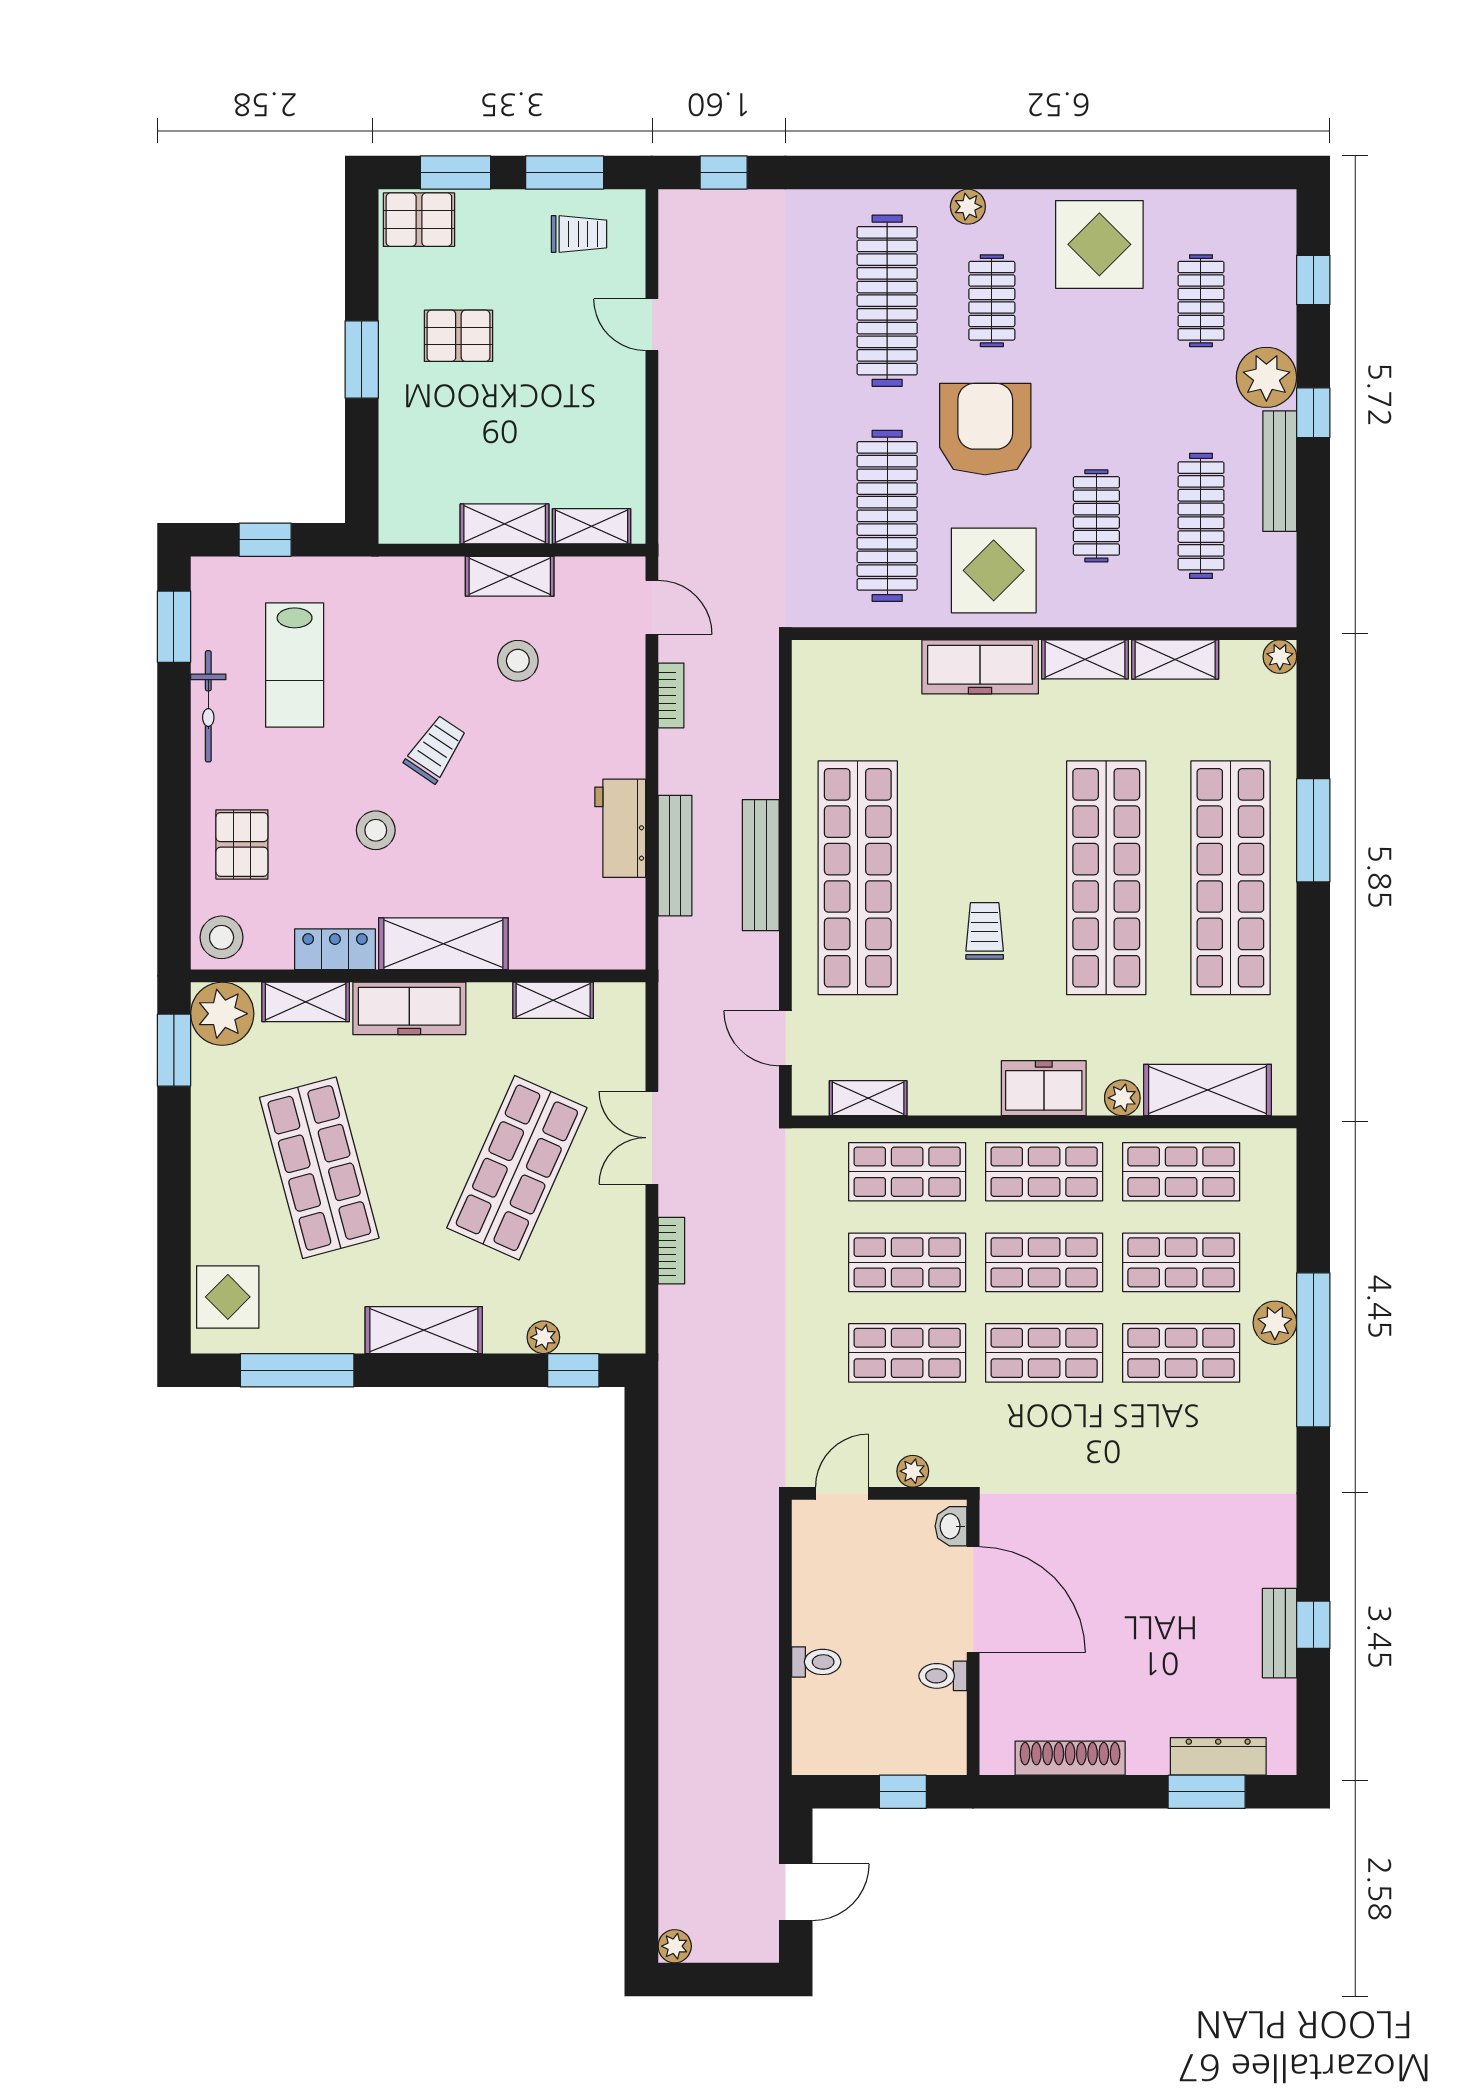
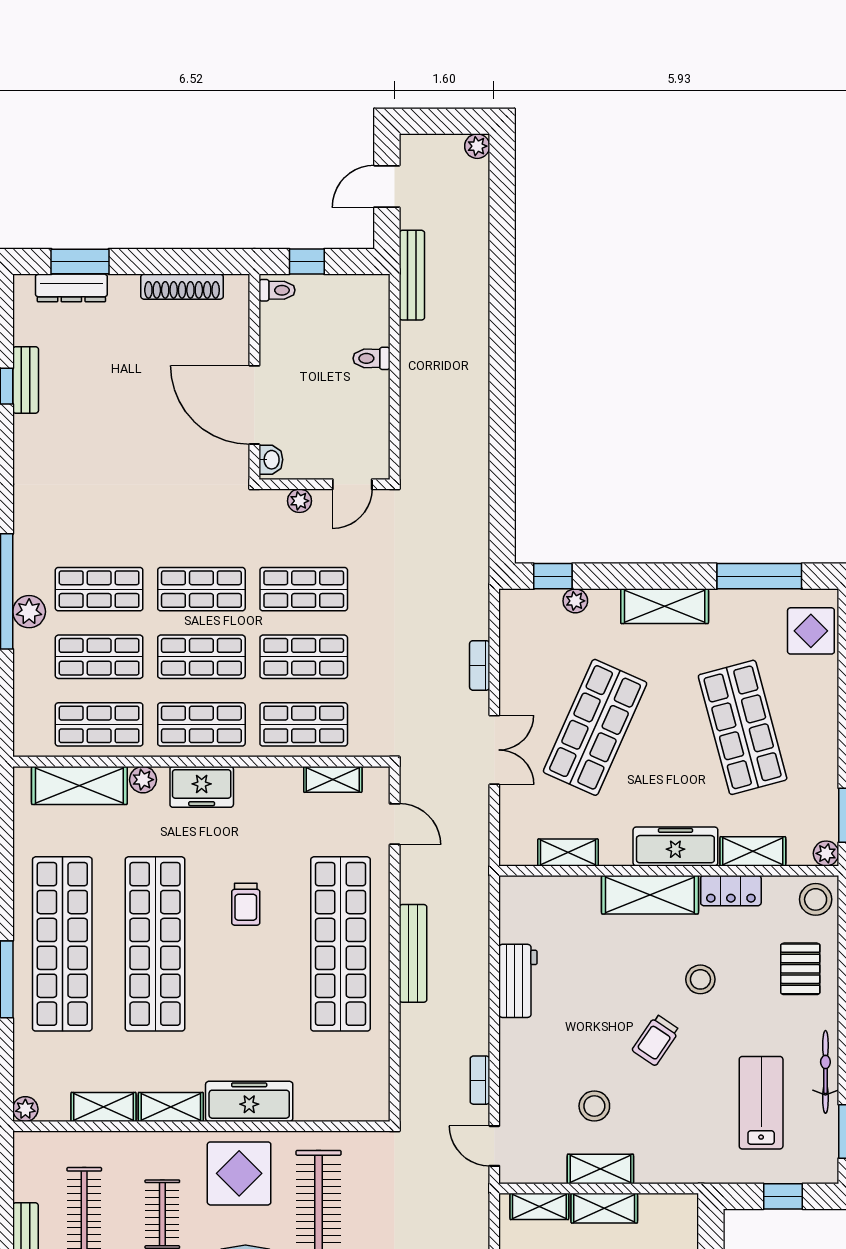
bench: (675, 856) -> (412, 275), moved
plant: (222, 1014) -> (826, 853), width x0.53, depth x0.53
toilet: (943, 1676) -> (277, 290), moved

